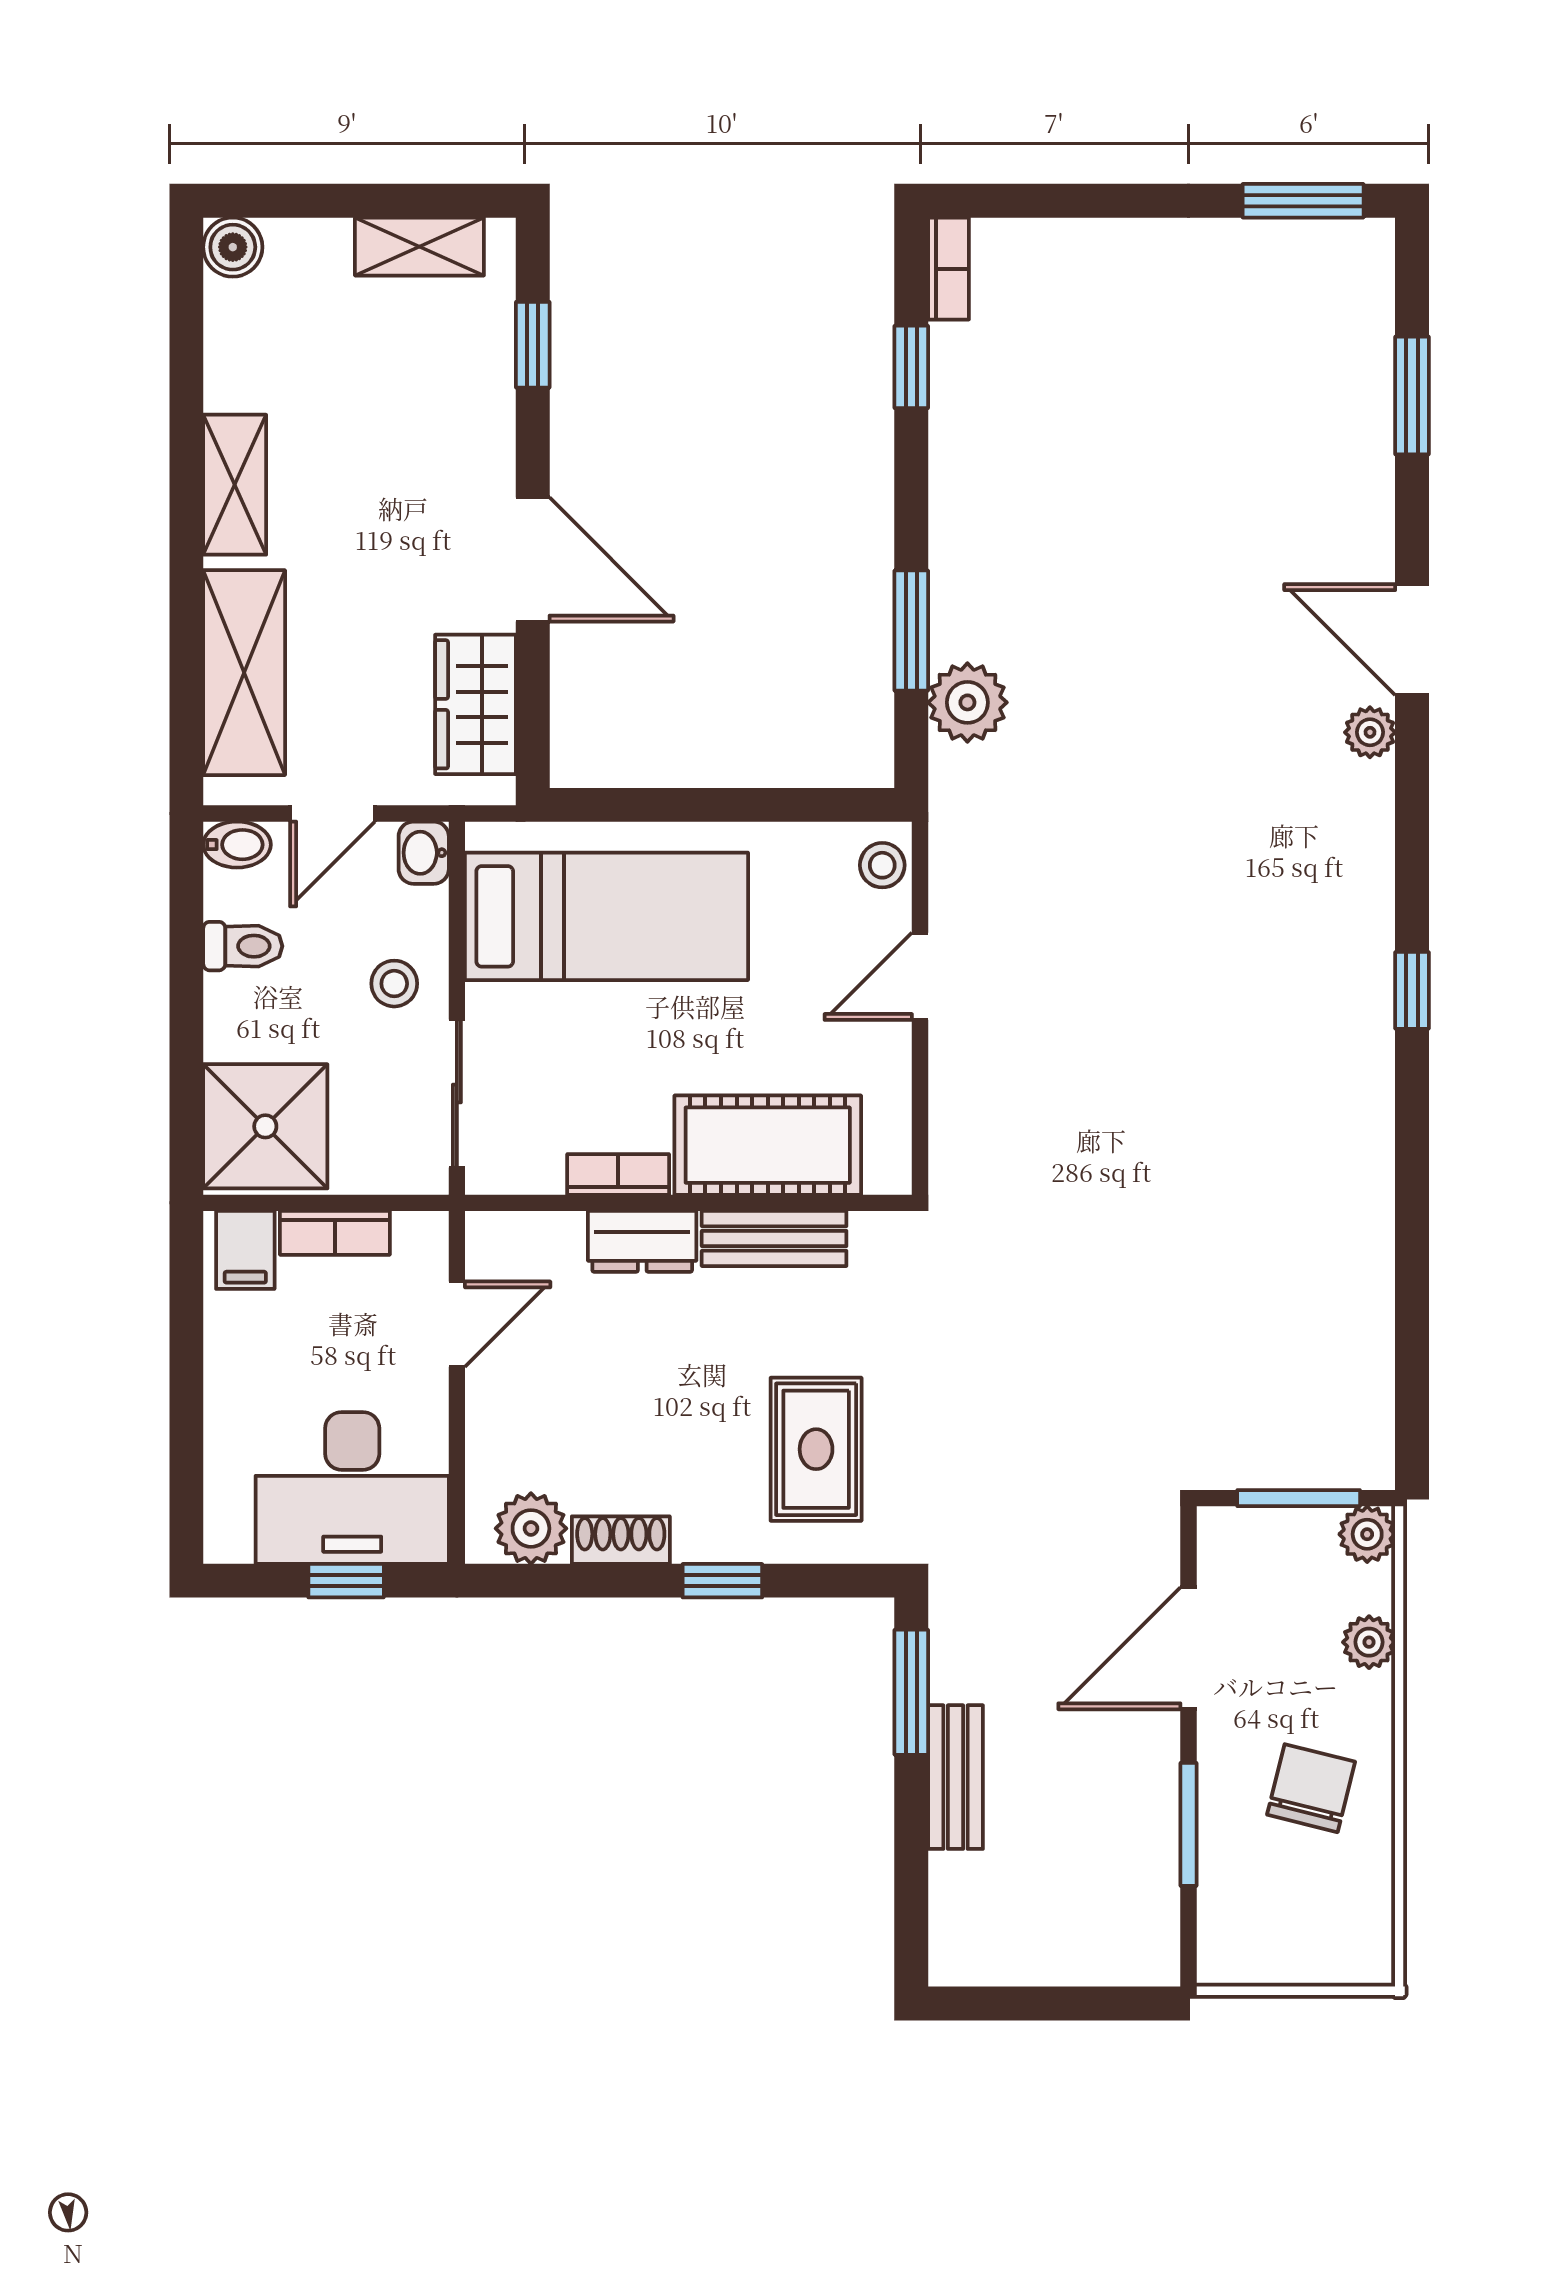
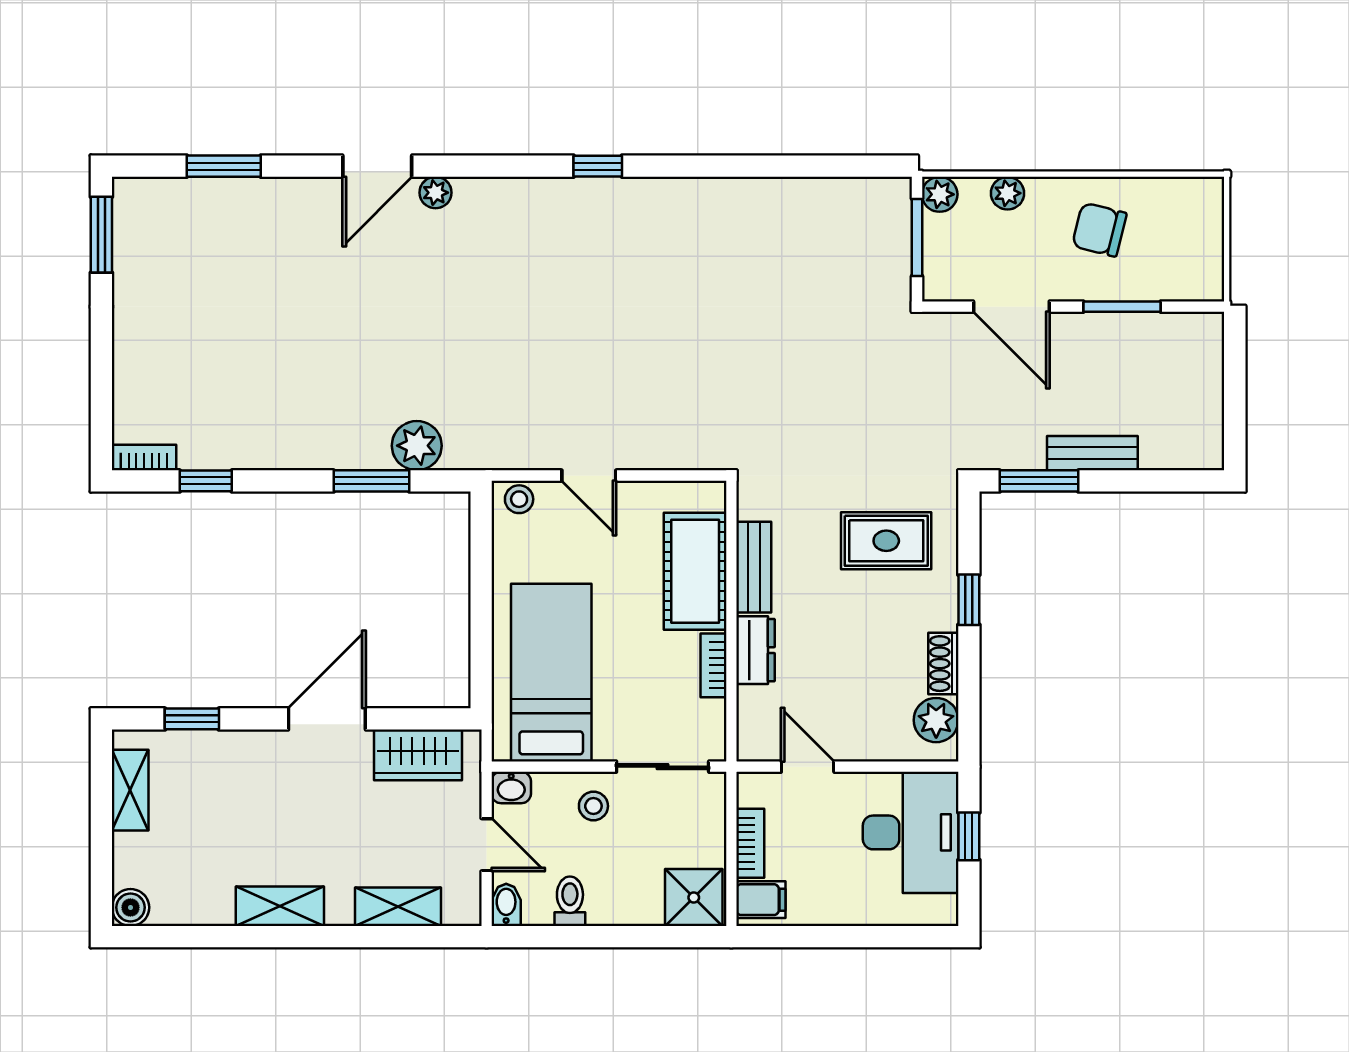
shelving: (244, 673) -> (398, 907), width x0.67, depth x0.75
shower: (265, 1126) -> (694, 897), width x0.73, depth x0.73

